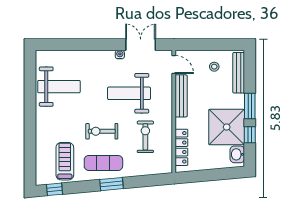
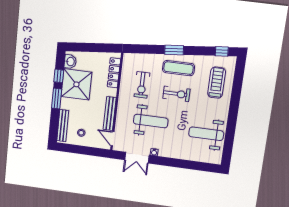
treadmill: (65, 161) -> (217, 83), moved, turned 180

